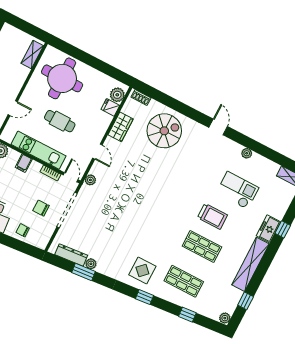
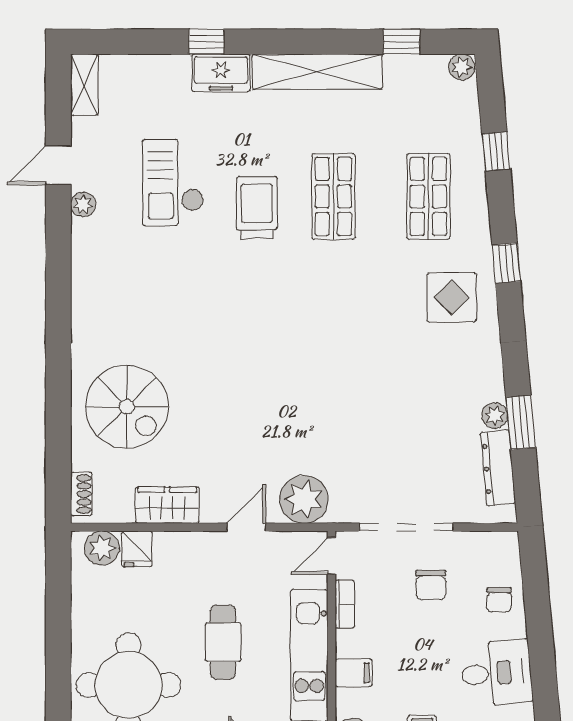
door: (218, 127) -> (58, 165), moved
spiral stairs: (164, 131) -> (127, 407), turned 180
plant: (90, 180) -> (304, 499), width x1.87, depth x1.87

